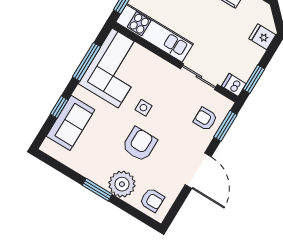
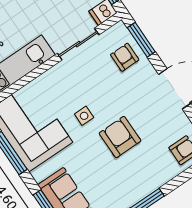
armchair: (205, 119) -> (125, 57), turned 90
plant: (122, 184) -> (153, 174), removed

